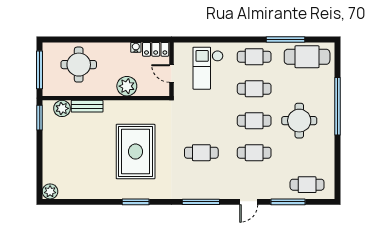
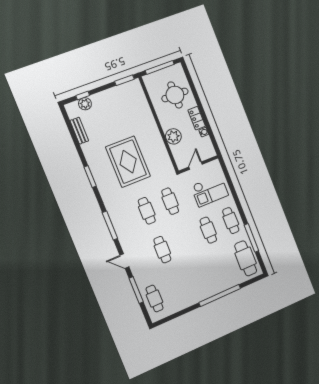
locker: (156, 49) -> (197, 118), moved
checkout: (208, 68) -> (210, 191), turned 180
bench: (87, 106) -> (79, 131), moved
plant: (62, 108) -> (138, 95), removed
cafe table: (254, 121) -> (170, 201), moved
round table: (299, 121) -> (199, 272), removed
rug: (136, 152) -> (128, 162), turned 90
window: (40, 173) -> (83, 95), added
plant: (50, 191) -> (85, 104), moved

